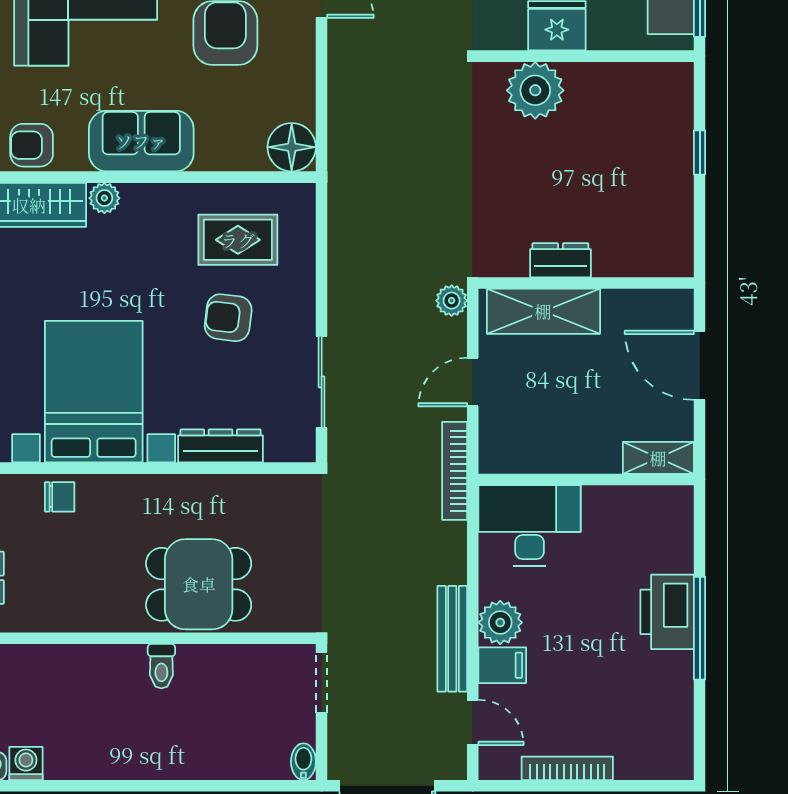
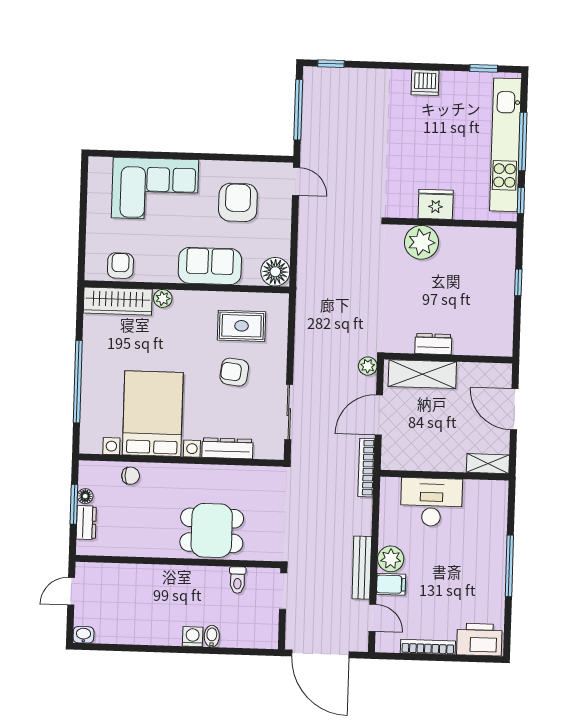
sofa: (141, 141) -> (210, 266), moved
armchair: (32, 145) -> (120, 266), turned 90
door: (473, 382) -> (379, 415), width x1.38
desk: (530, 525) -> (431, 502), moved
printer: (667, 612) -> (479, 640), moved, turned 90
toilet: (161, 666) -> (238, 580), moved
bidet: (303, 762) -> (212, 636), moved
washing machine: (26, 763) -> (193, 637), moved

